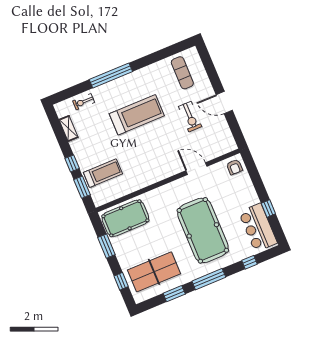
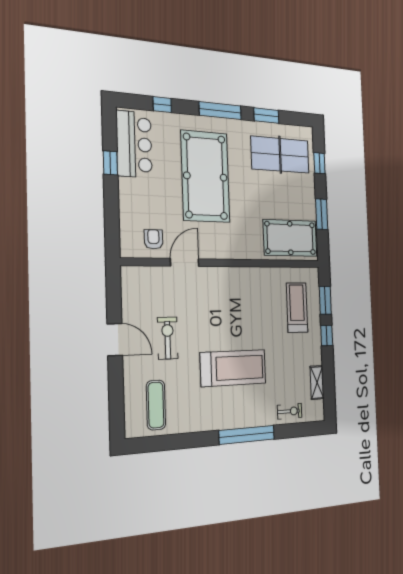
treadmill: (137, 115) -> (233, 368), turned 180
armchair: (234, 167) -> (153, 239), moved
door: (196, 169) -> (185, 262), swing flipped
treadmill: (103, 173) -> (297, 308), turned 90

